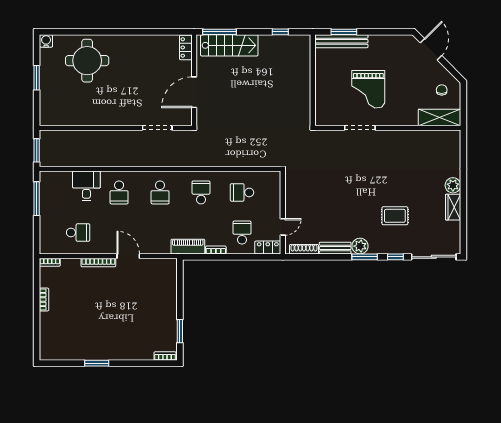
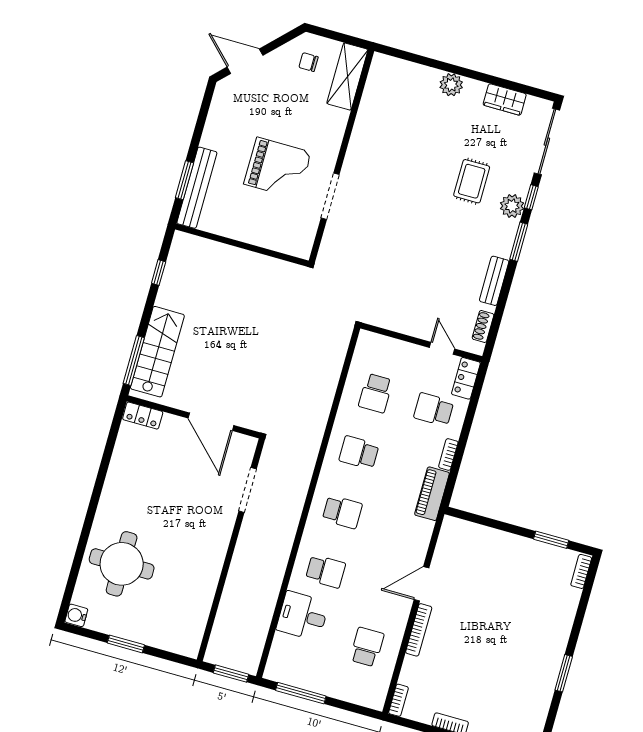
wardrobe: (453, 207) -> (505, 99), moved
plant: (360, 246) -> (512, 206), moved
shoe rack: (304, 249) -> (483, 326), width x0.70

